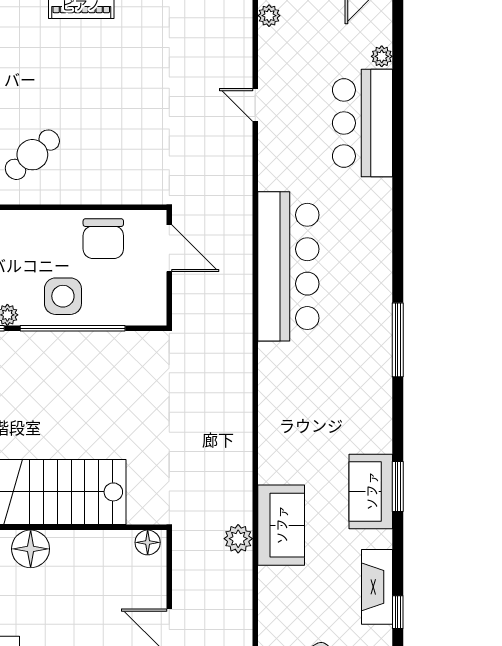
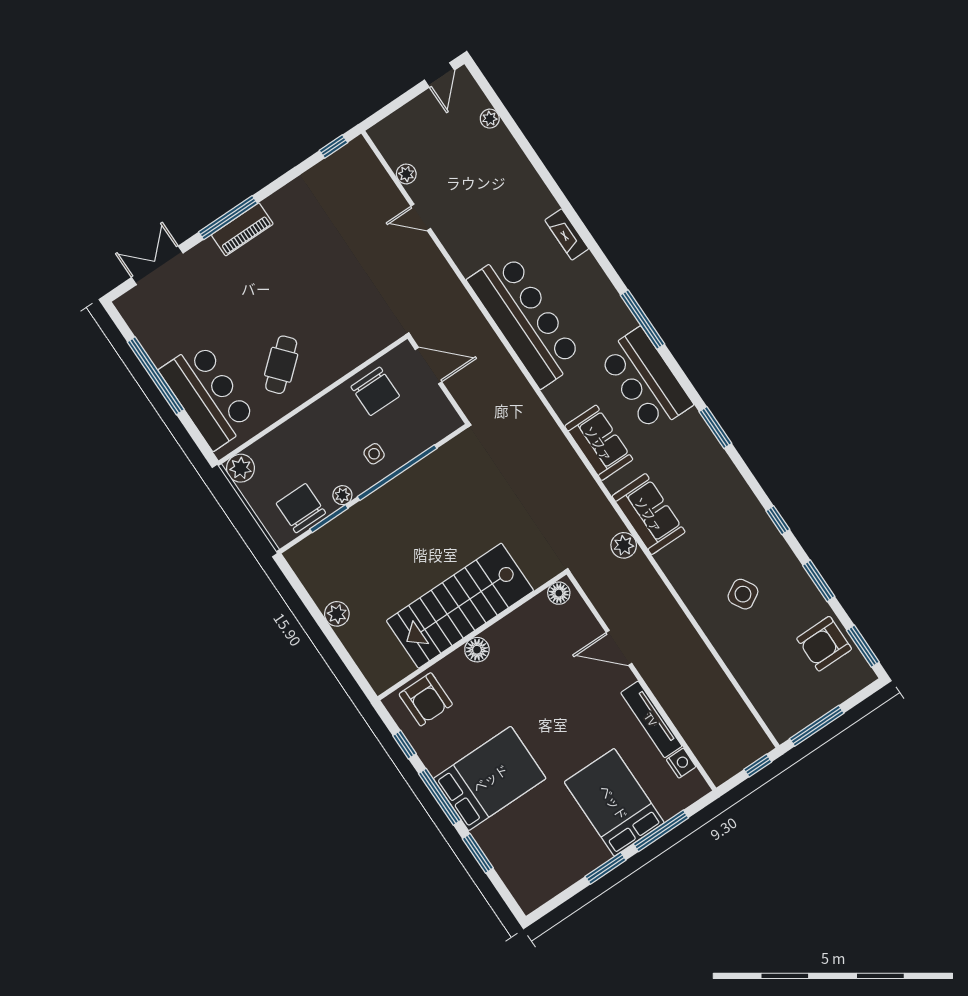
plant: (269, 16) -> (406, 174), moved
bar counter: (362, 123) -> (645, 380), moved
side table: (63, 296) -> (374, 454), width x0.54, depth x0.54
sofa: (371, 491) -> (599, 443), moved, turned 180
floor lamp: (31, 549) -> (477, 650), width x0.73, depth x0.73
fireplace: (377, 587) -> (567, 234), moved, width x0.73, depth x0.76

